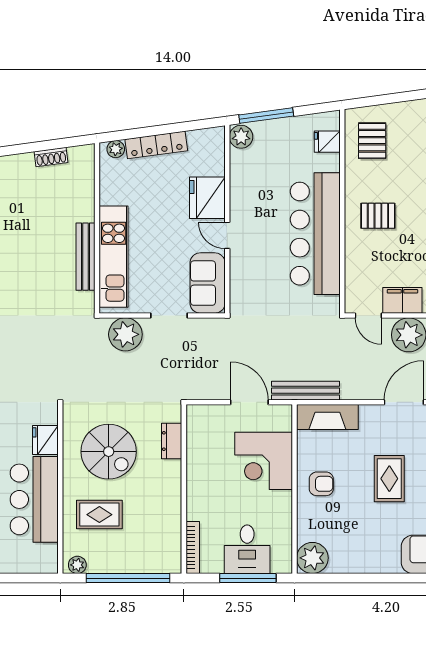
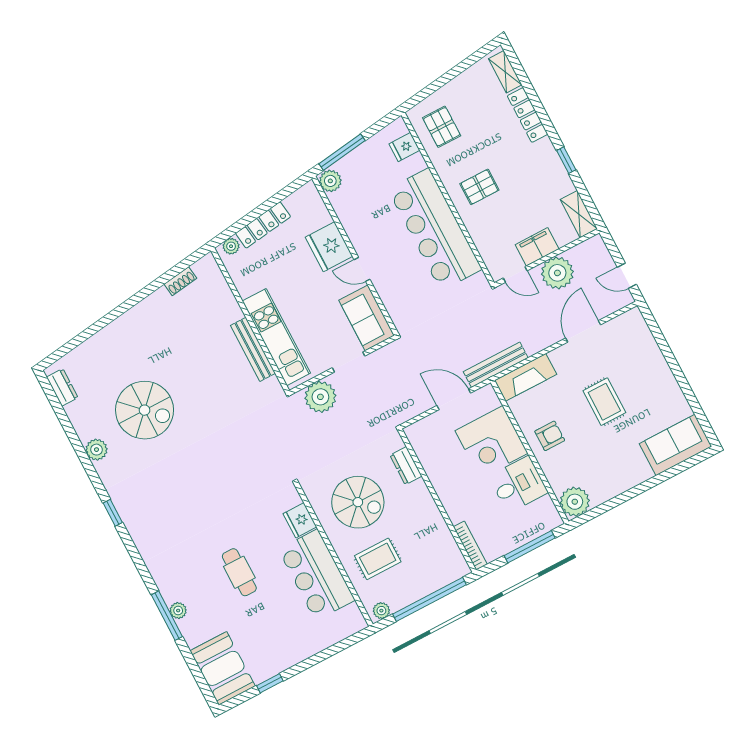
desk: (247, 549) -> (518, 484), moved, turned -90

